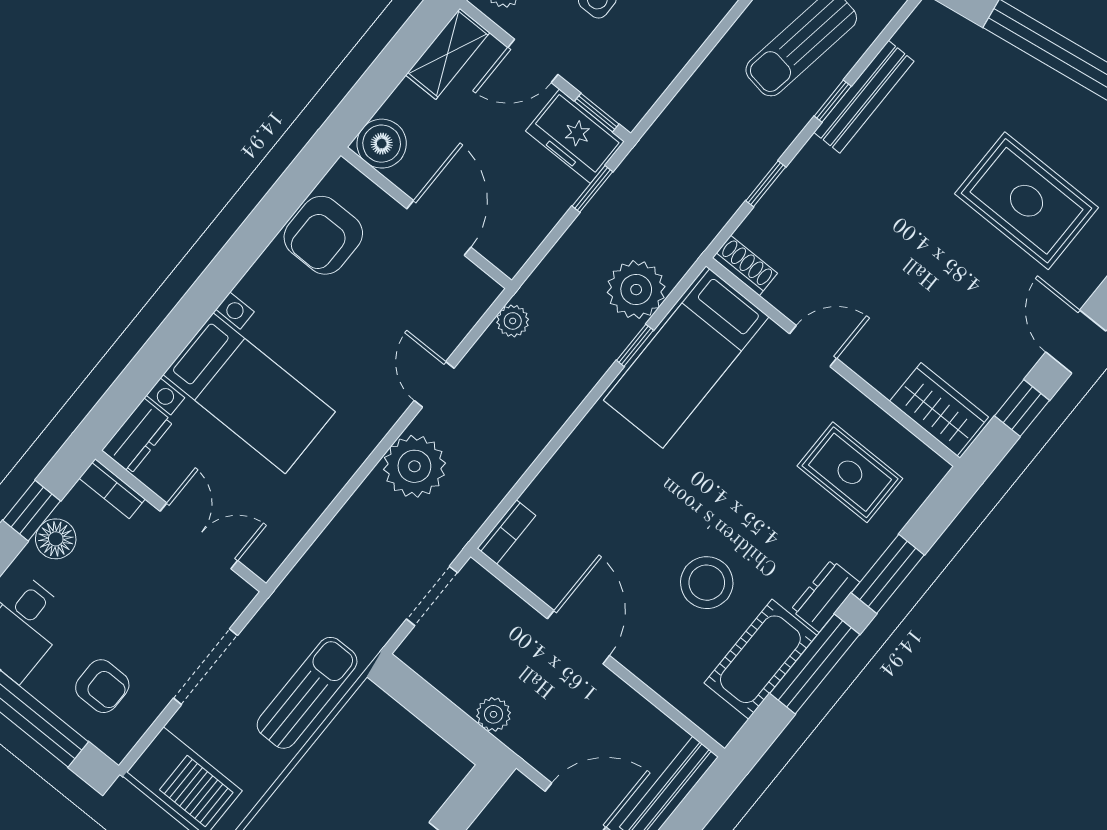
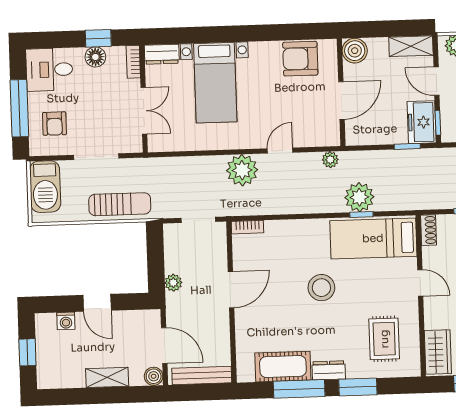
plant: (636, 290) -> (359, 197), moved
stool: (707, 583) -> (321, 288), moved

